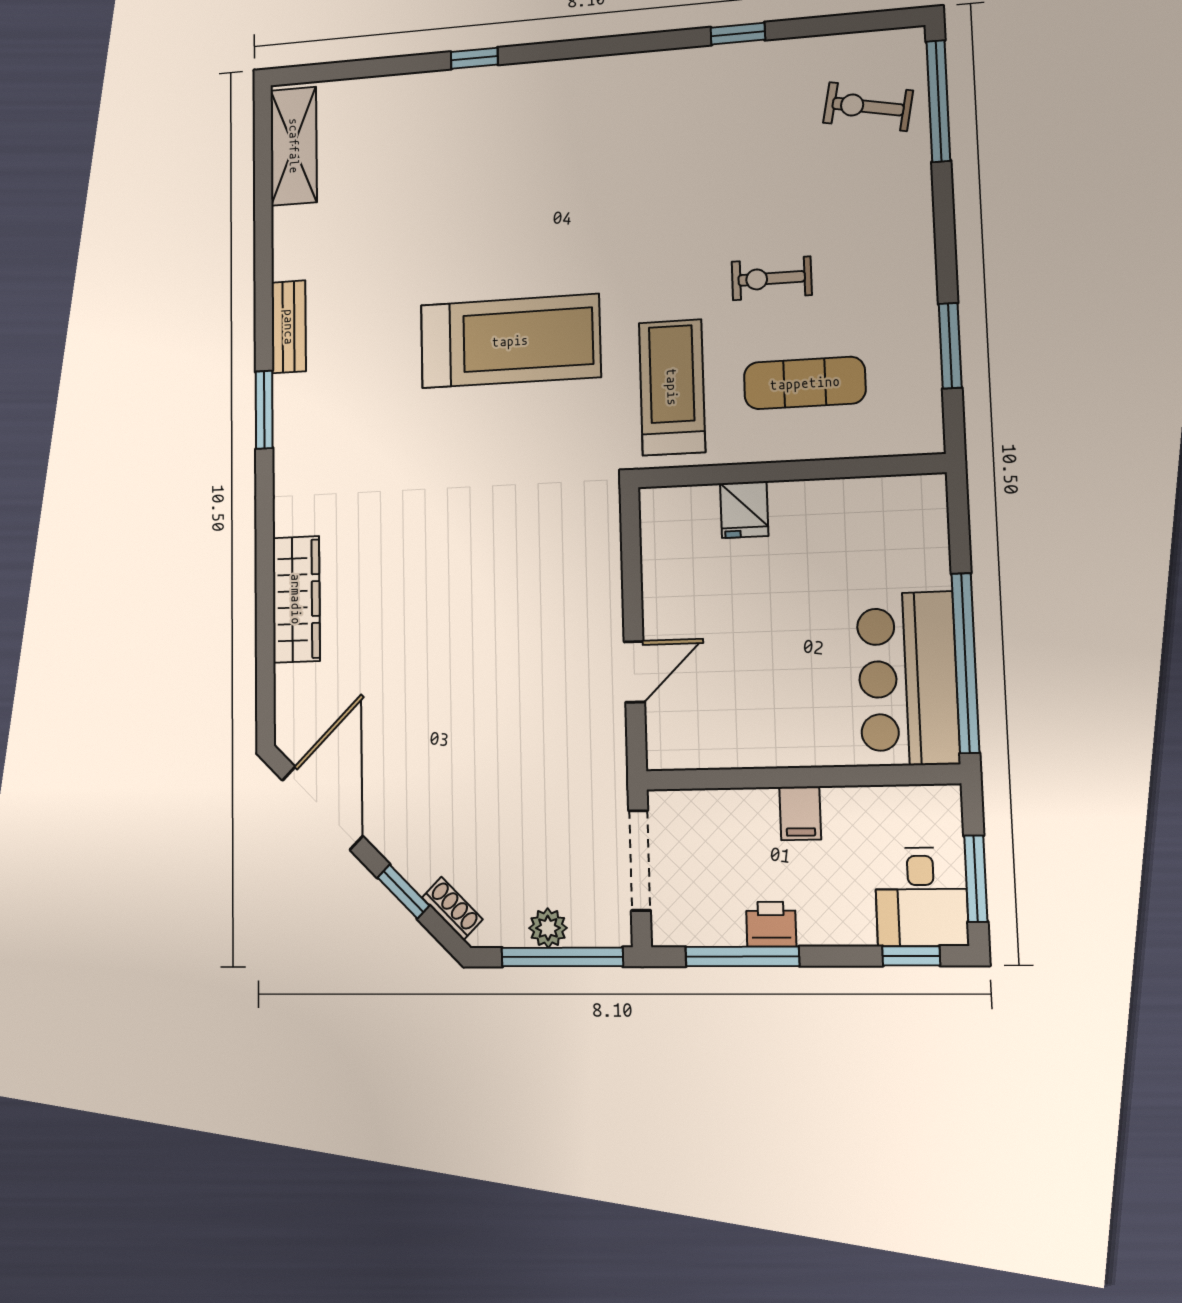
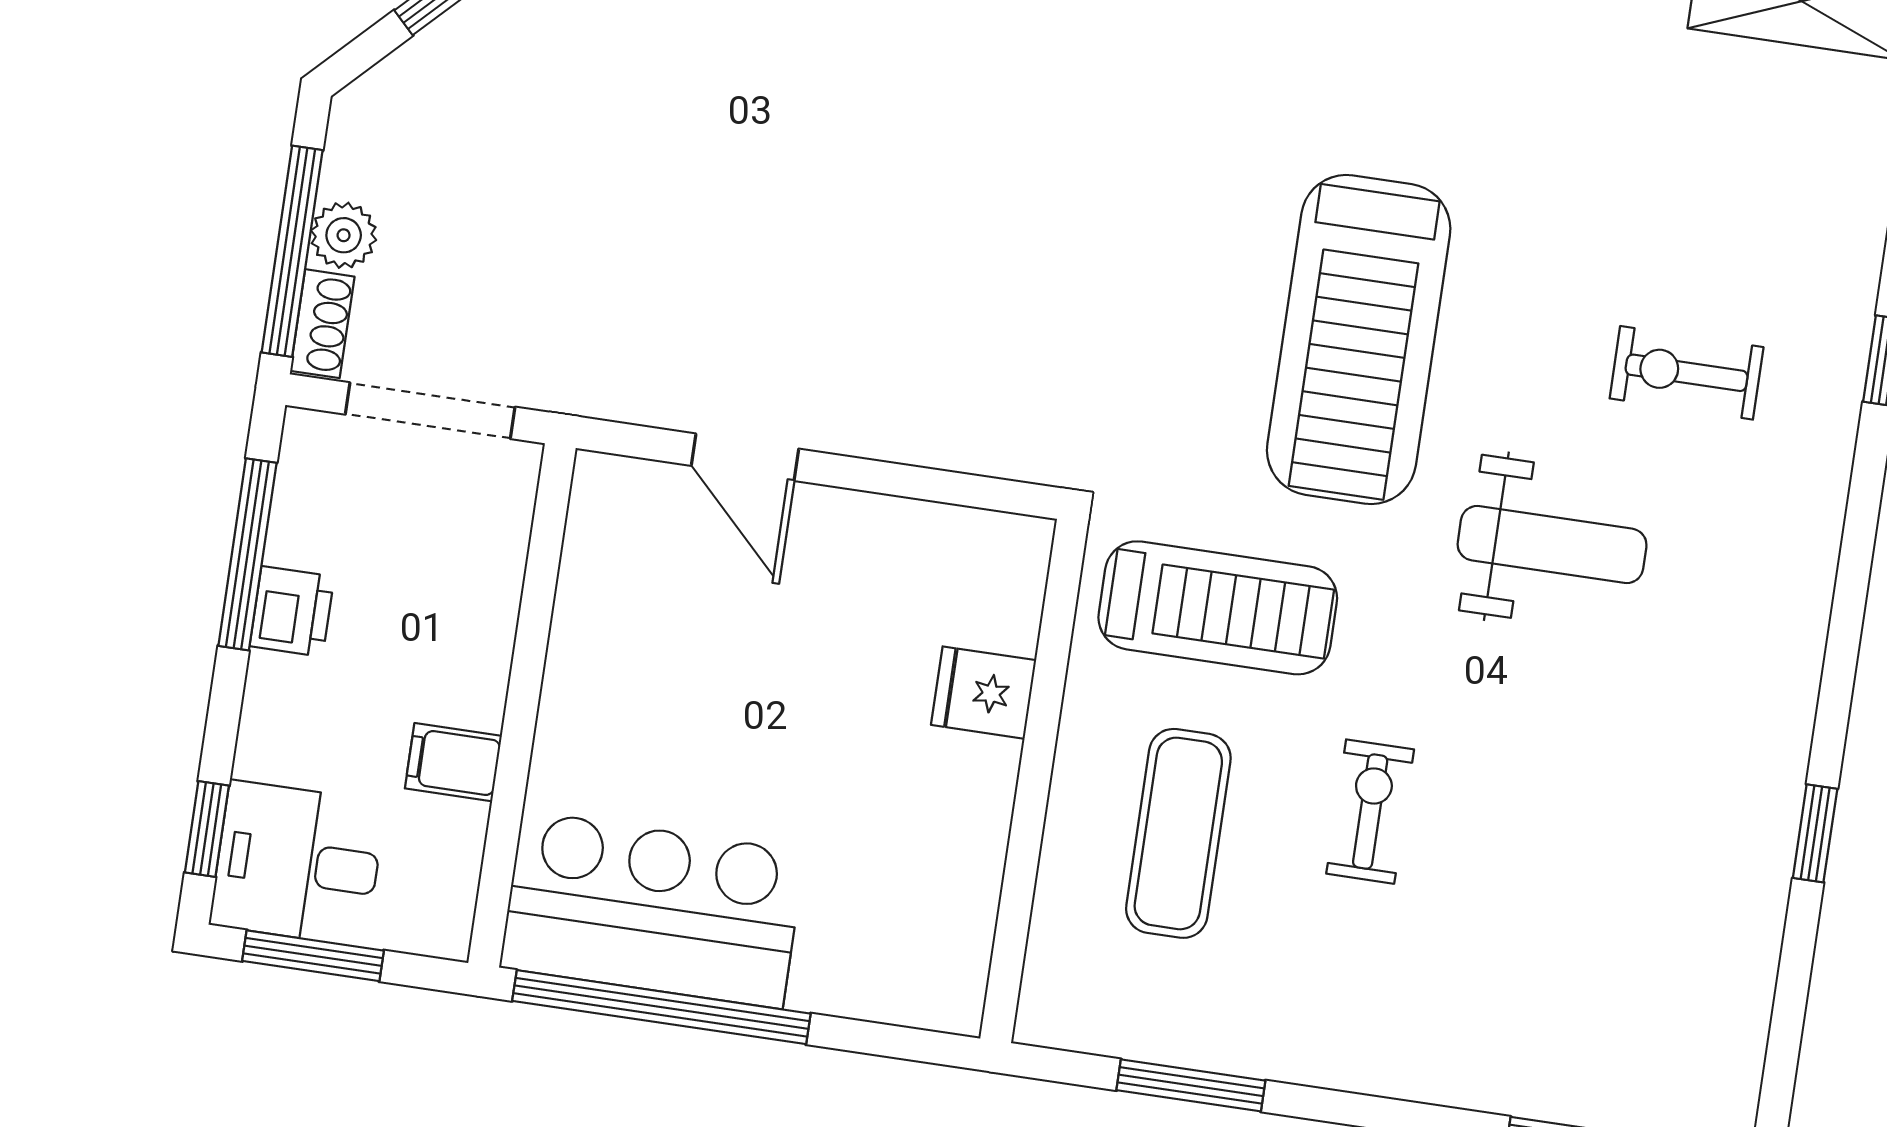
exercise bike: (868, 107) -> (1687, 373), moved, turned -101
weight bench: (604, 212) -> (1552, 545), added
filing cabinet: (800, 813) -> (453, 762), moved
shoe rack: (452, 909) -> (322, 324), moved, turned -45

